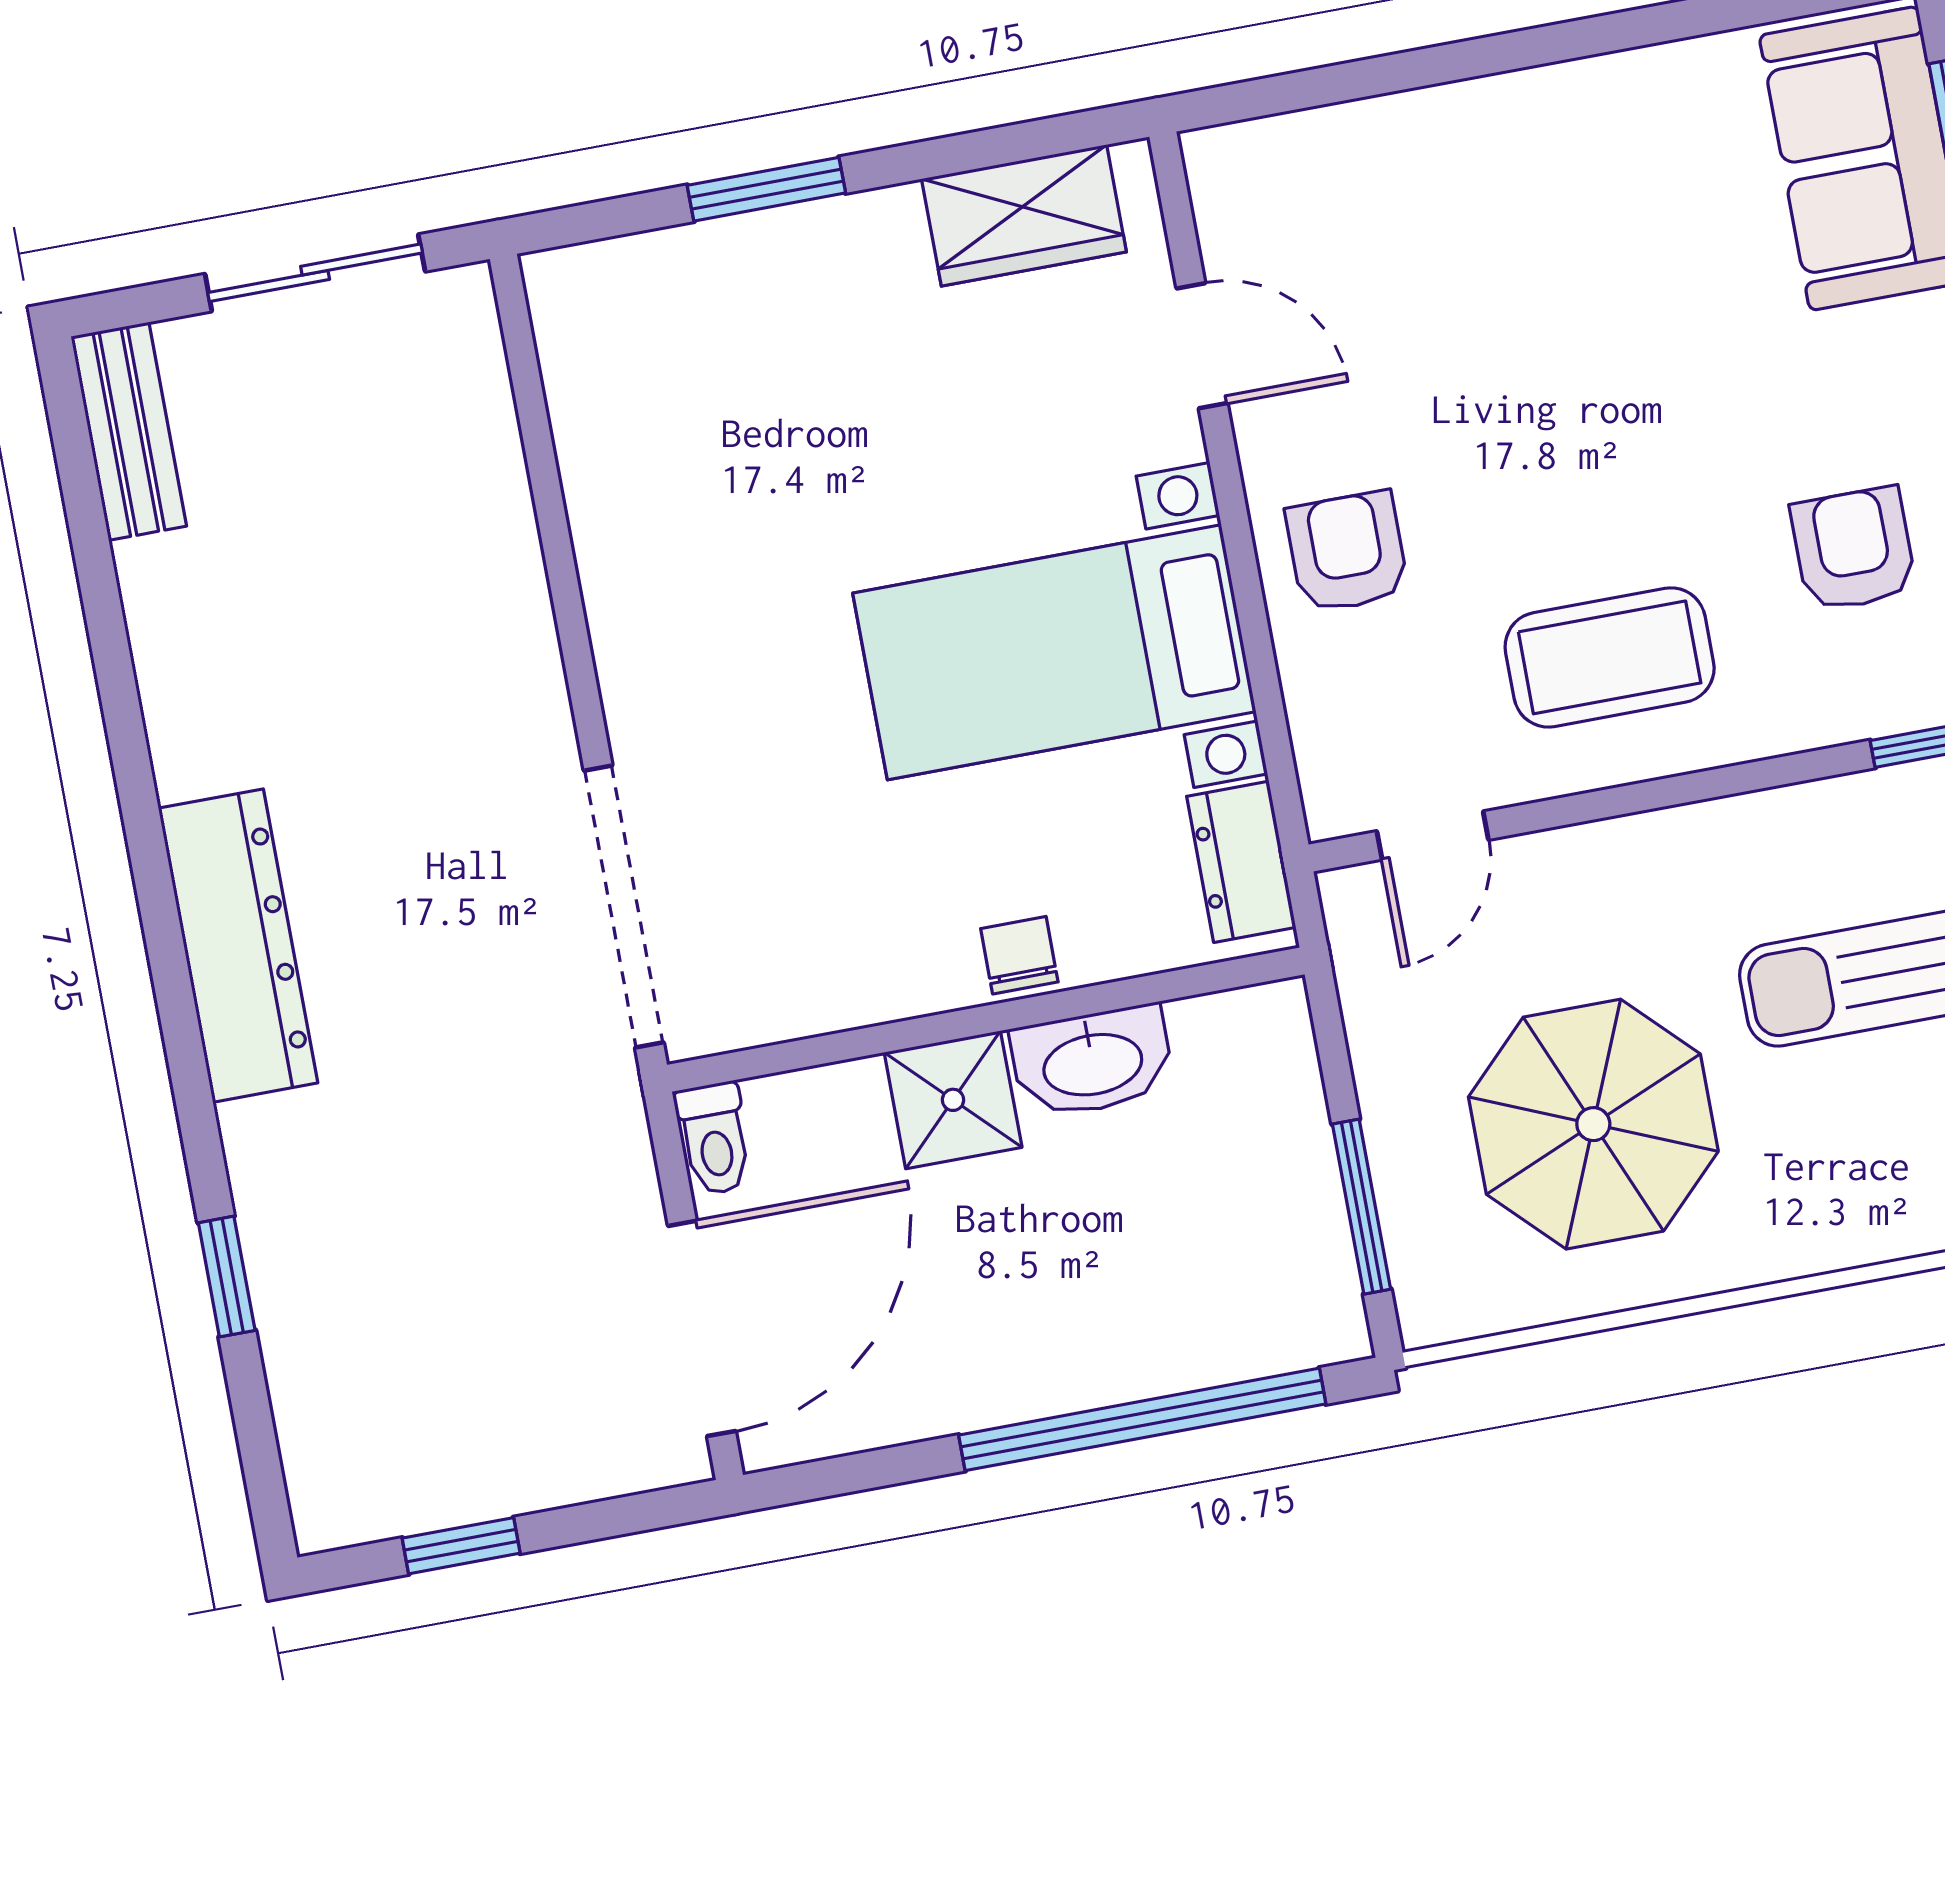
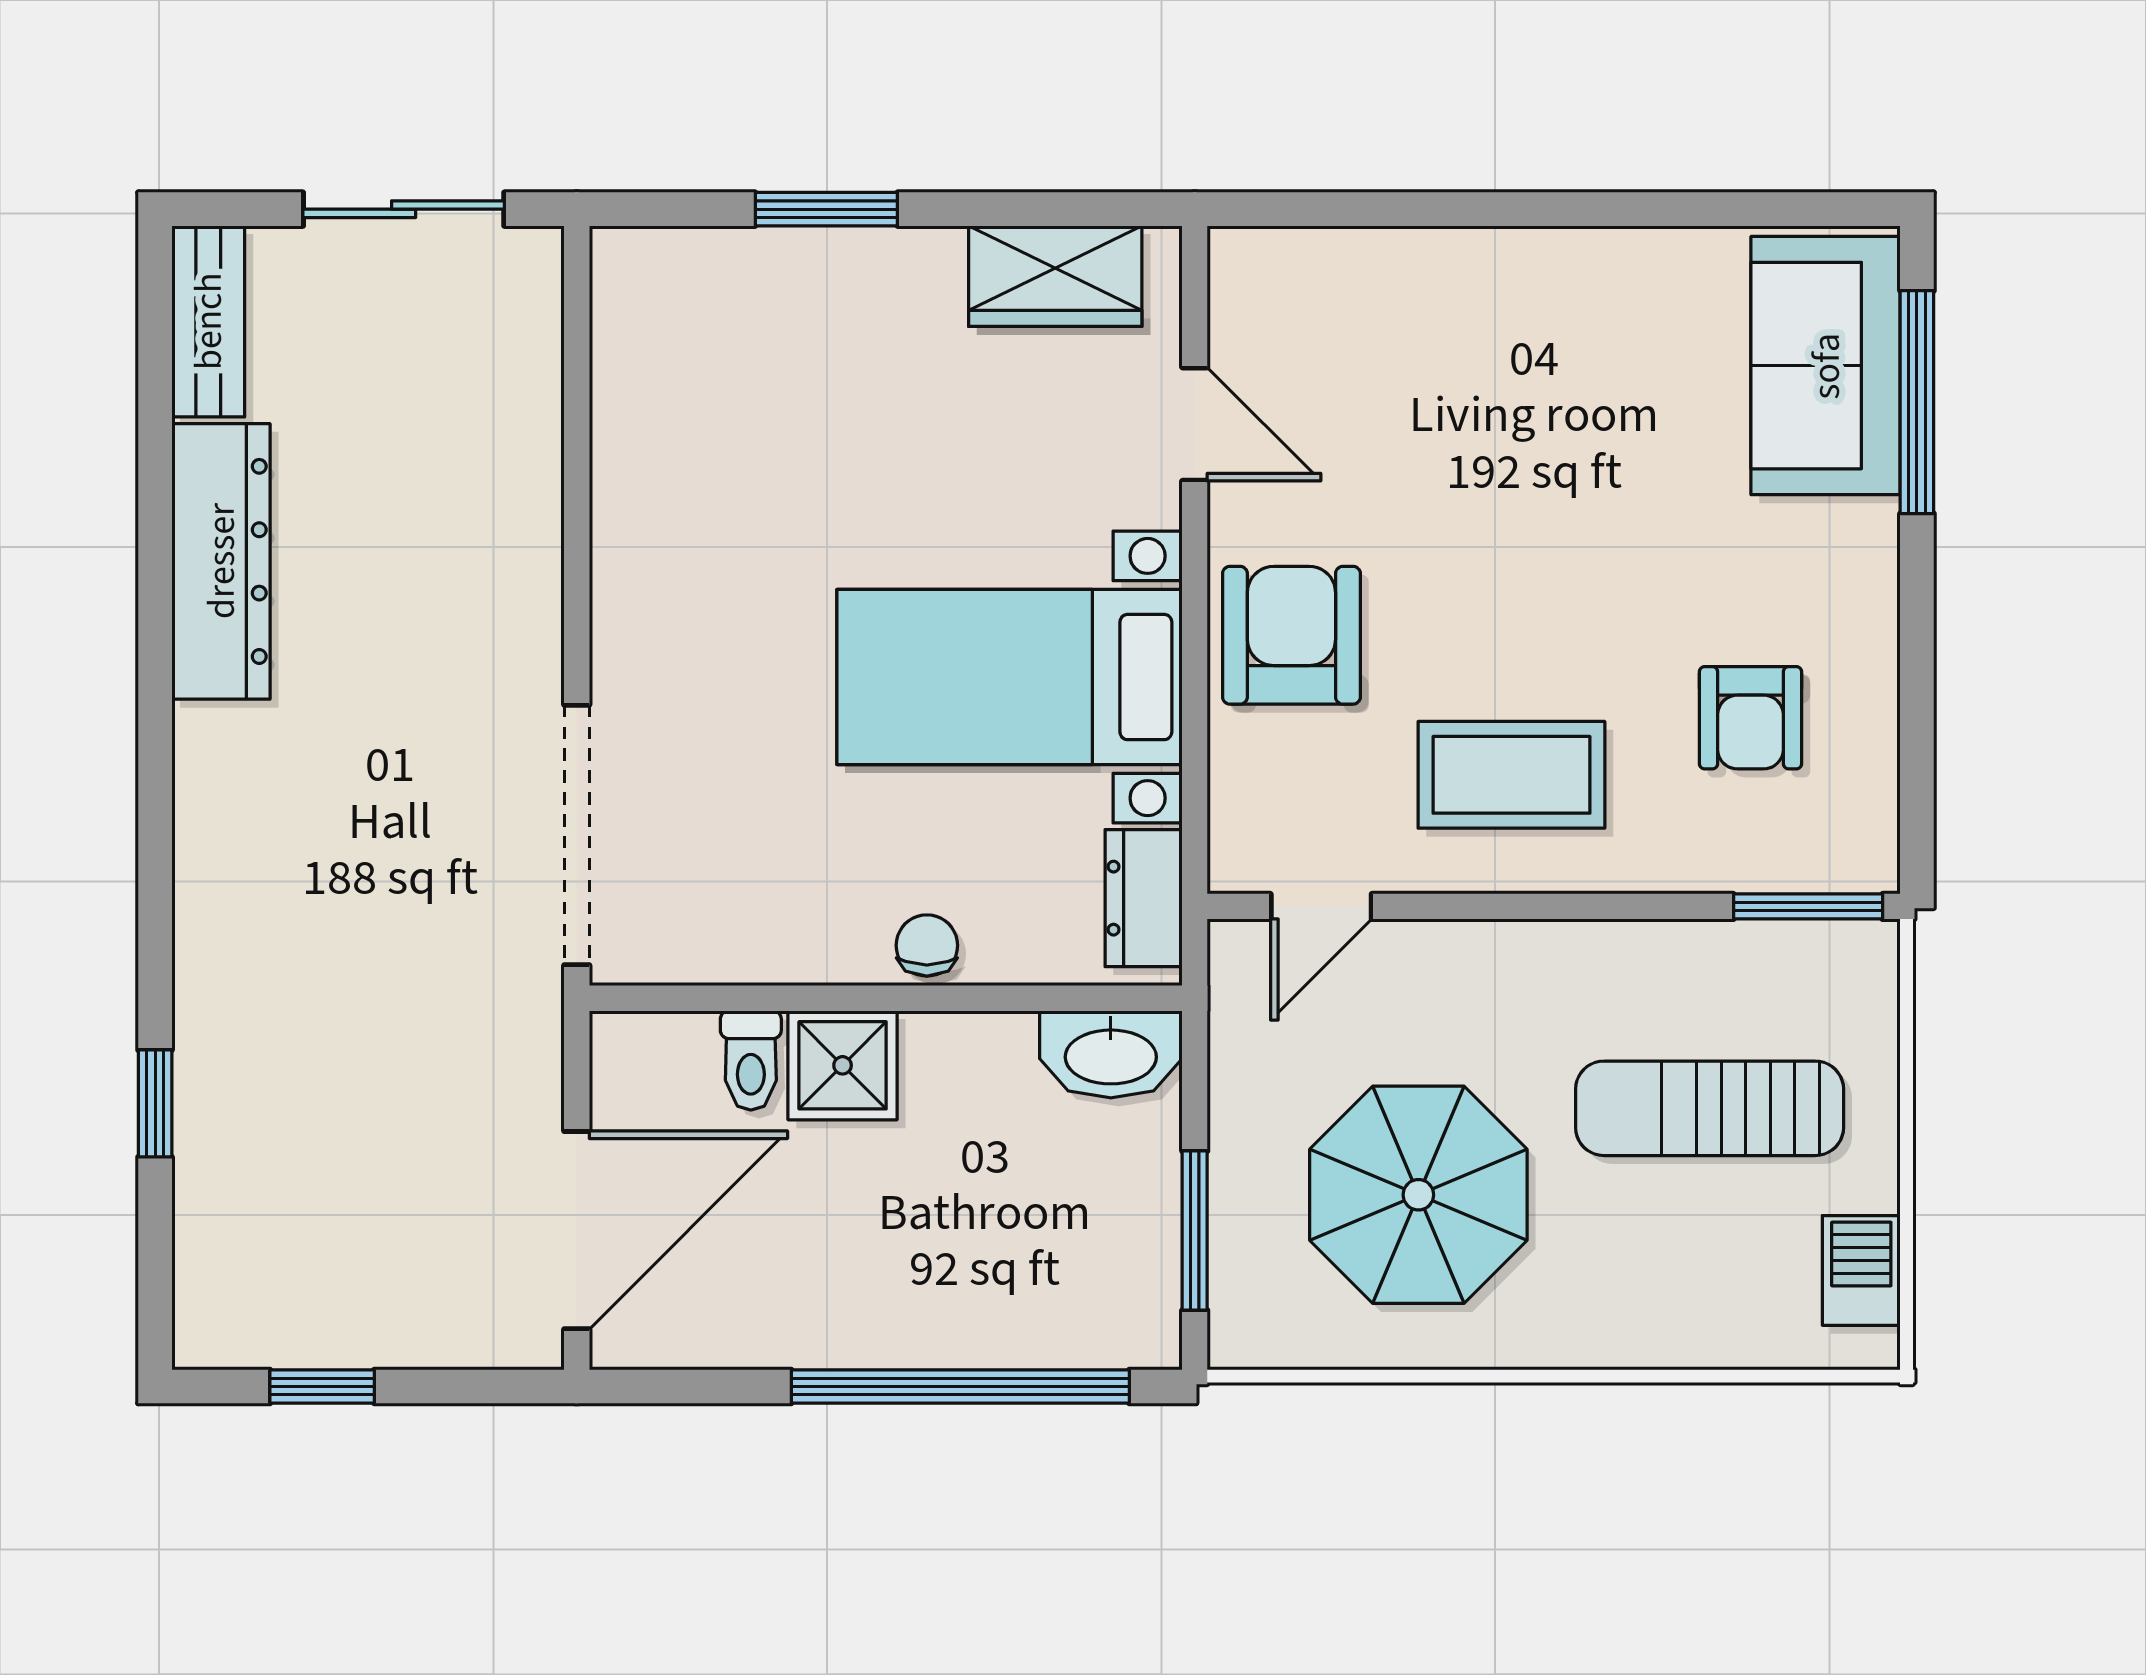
armchair: (1853, 549) -> (1750, 718), turned 180
armchair: (1347, 552) -> (1291, 635), width x1.38, depth x1.38
dresser: (238, 946) -> (221, 561), moved
washbasin: (1092, 1062) -> (1111, 1054), moved
toilet: (714, 1139) -> (751, 1060), moved

